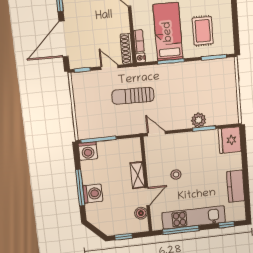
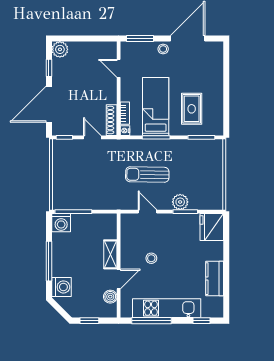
sun lounger: (133, 96) -> (147, 175), moved
door: (156, 134) -> (147, 212), moved
washing machine: (93, 194) -> (62, 287), moved

